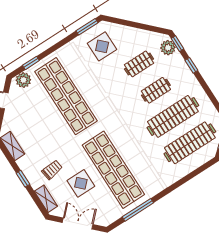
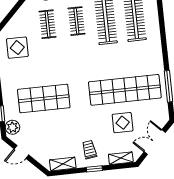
shop shelf: (66, 96) -> (44, 99), width x0.71
trolley: (52, 170) -> (89, 150), moved

